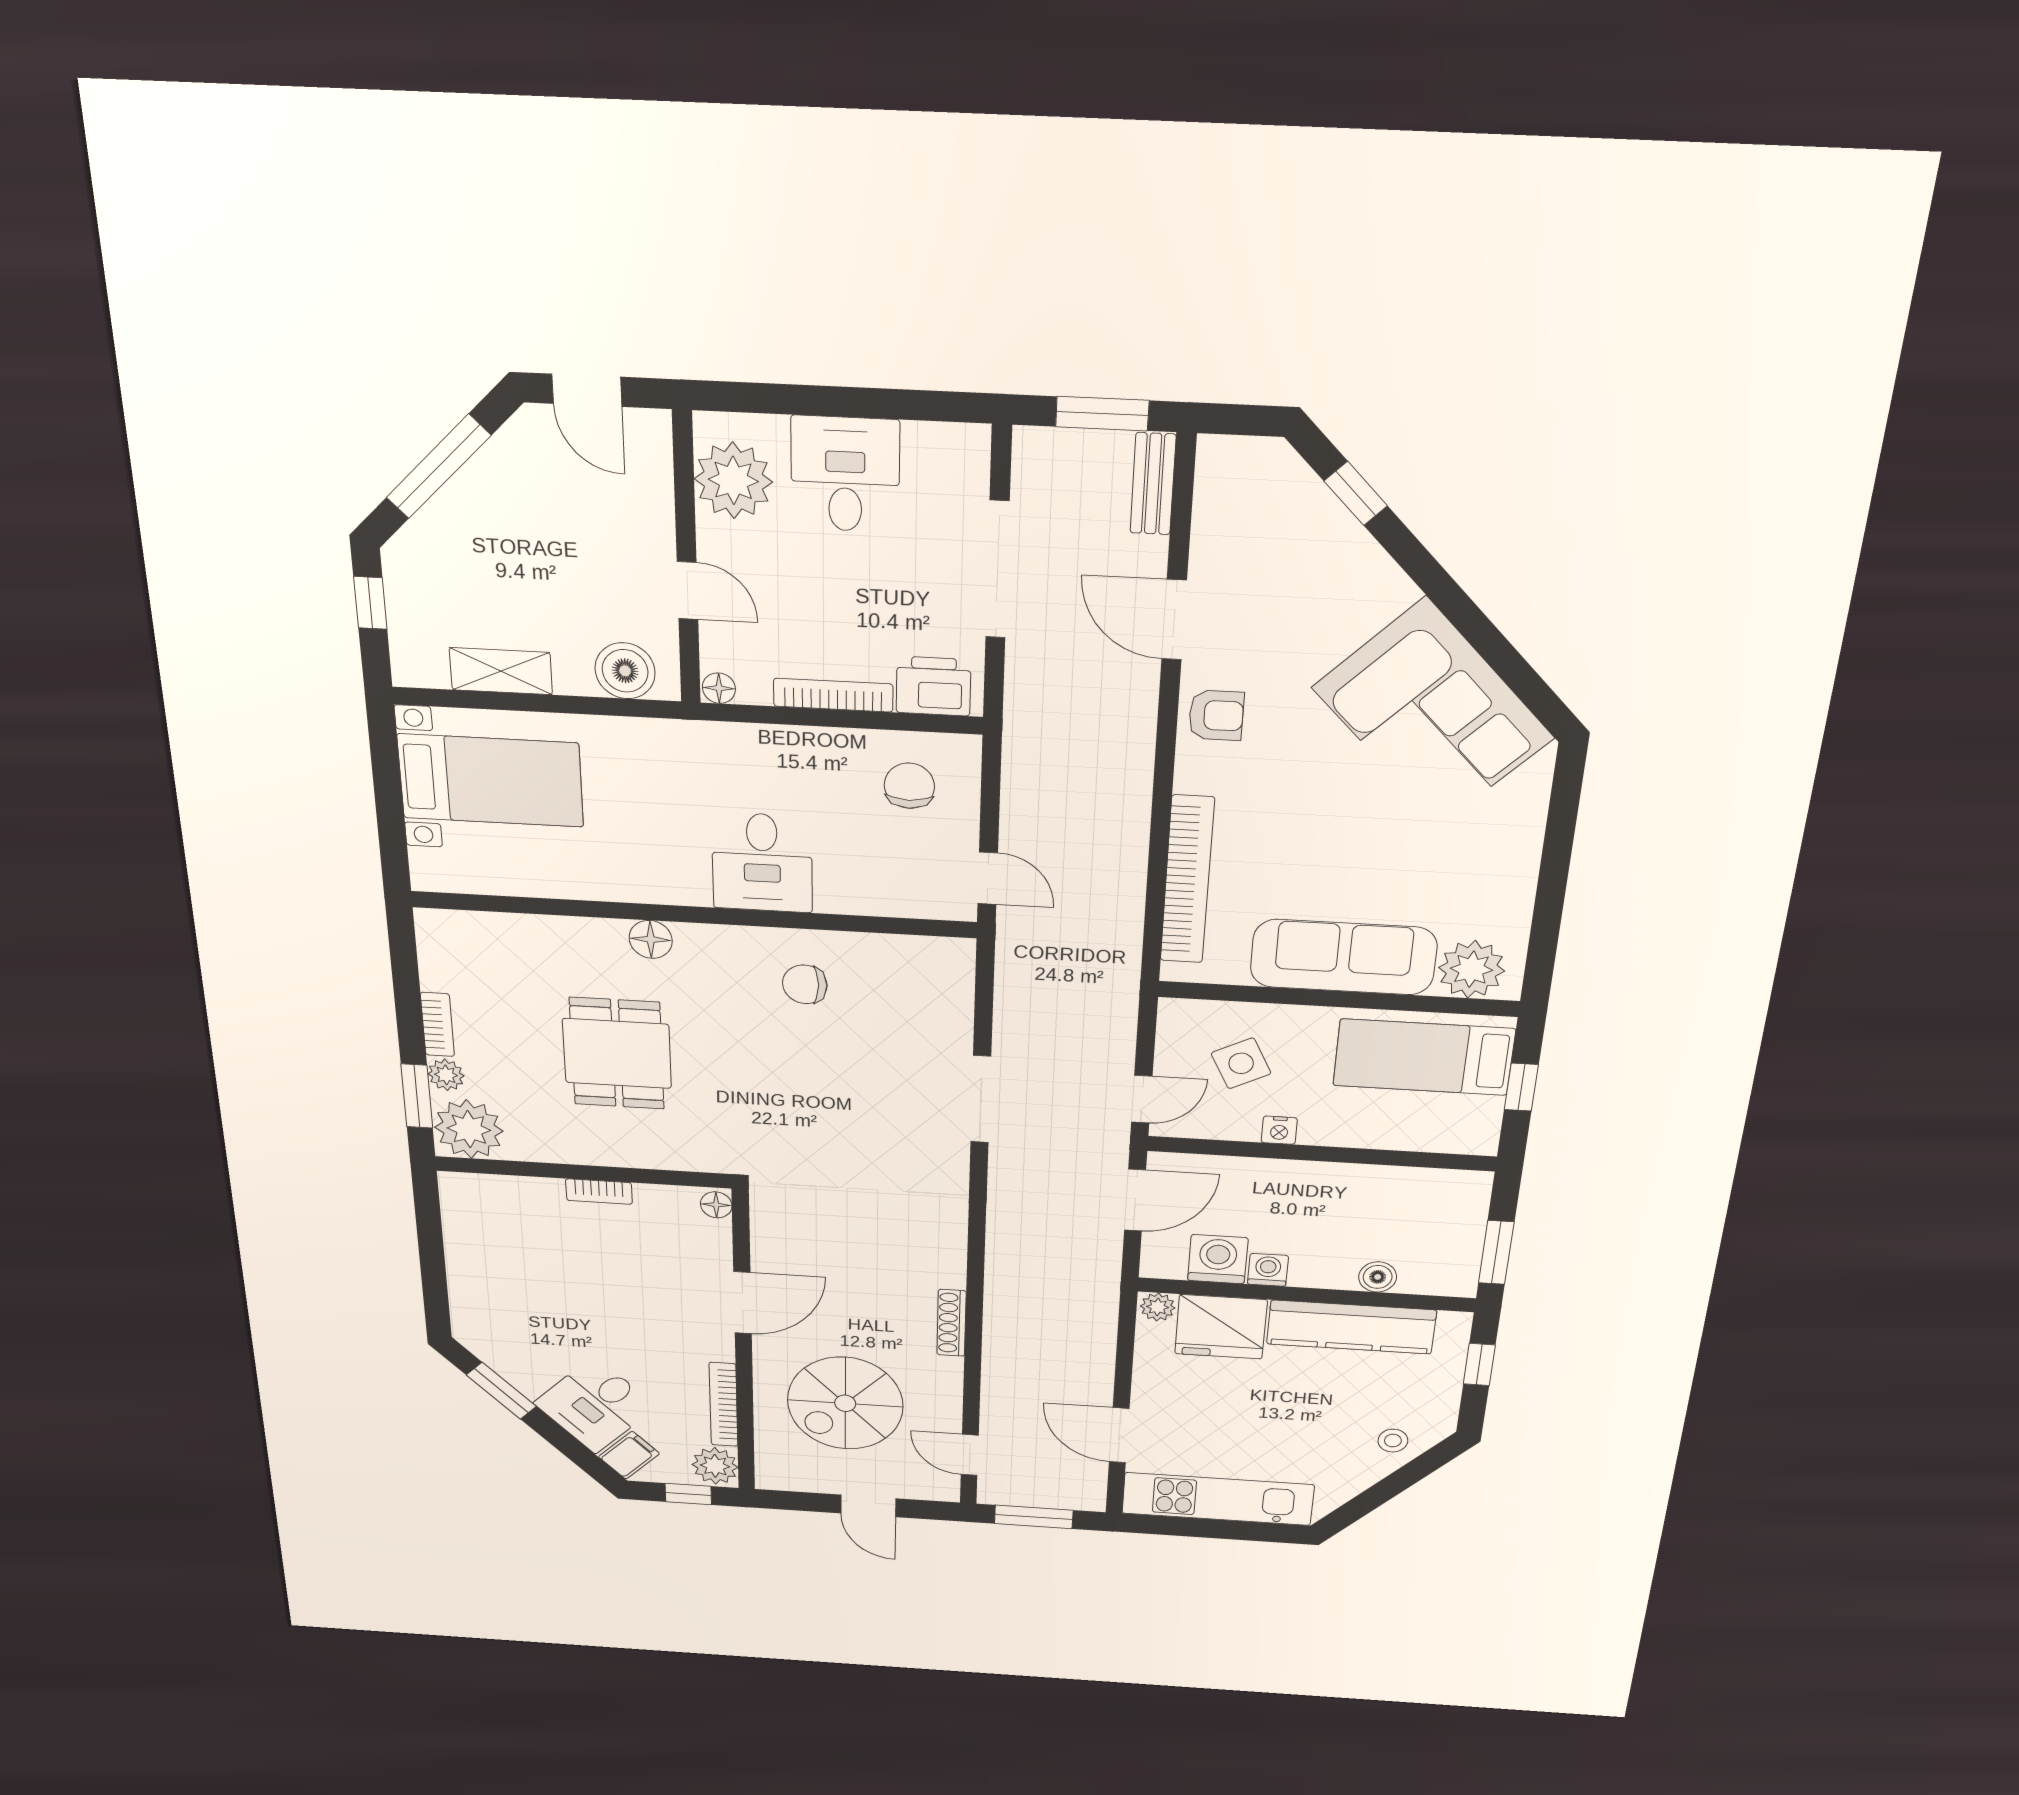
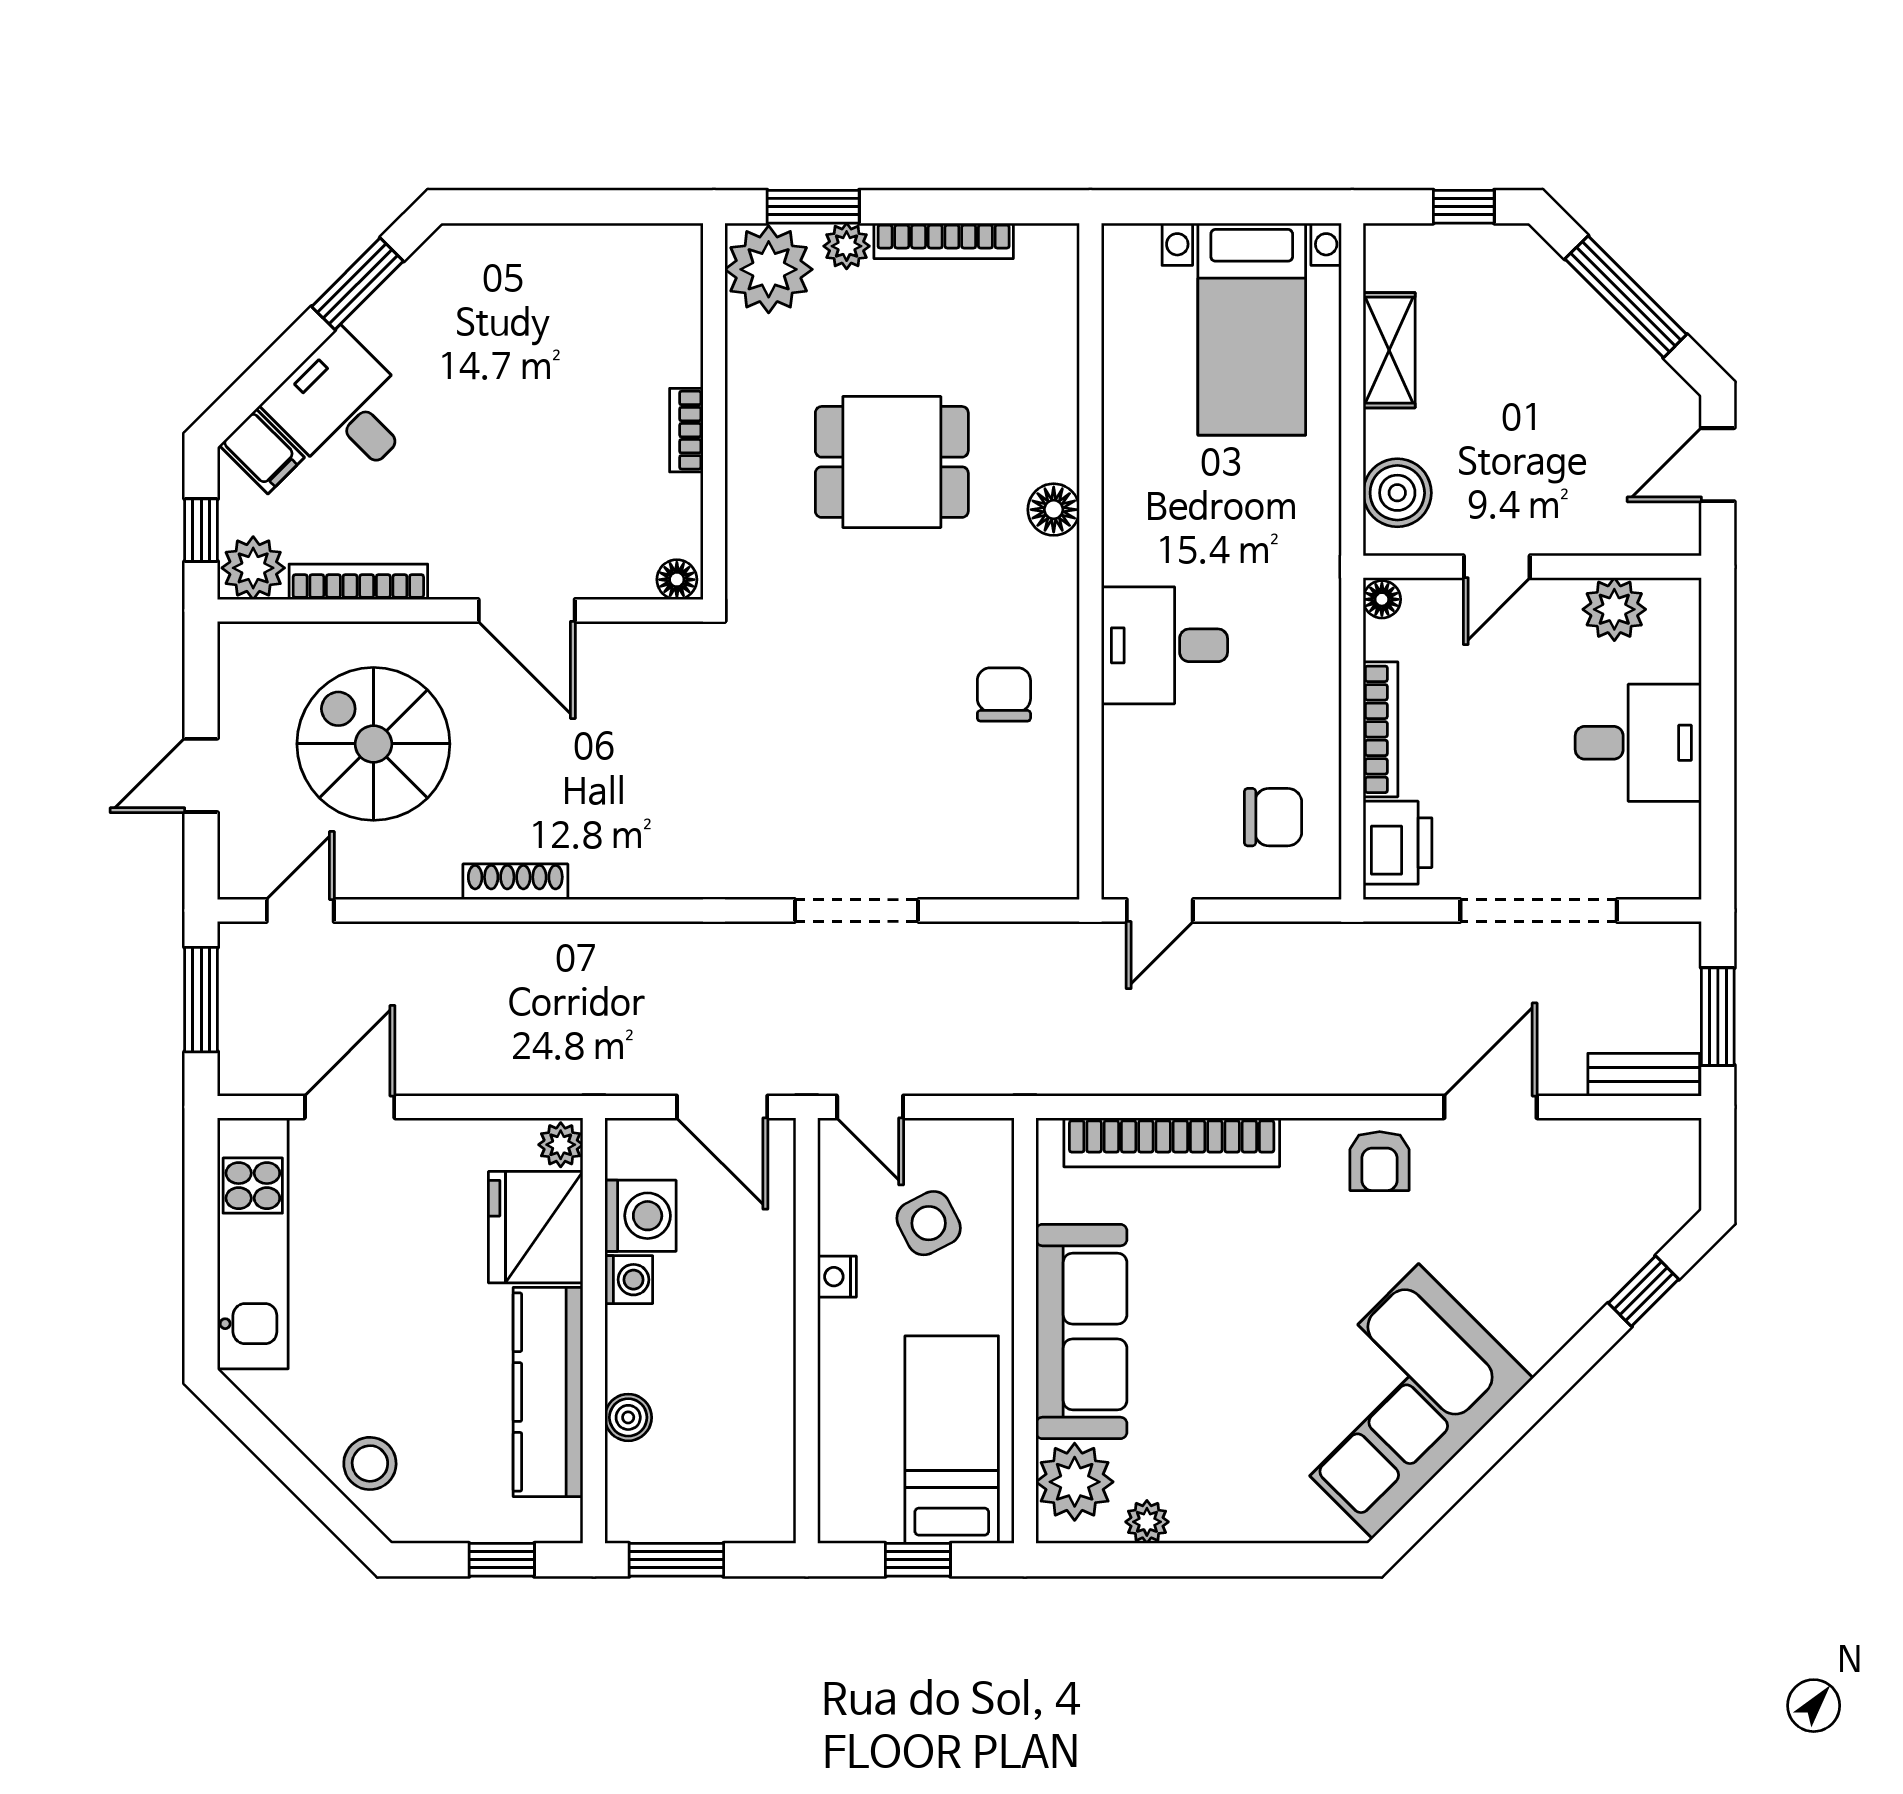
plant: (733, 480) -> (1614, 609), width x0.73, depth x0.73
plant: (1514, 917) -> (1147, 1522), added
bookcase: (437, 1024) -> (944, 241), width x1.56
stool: (1393, 1441) -> (370, 1463), width x1.37, depth x1.37

